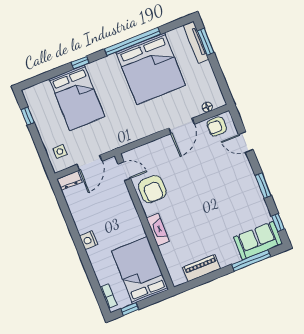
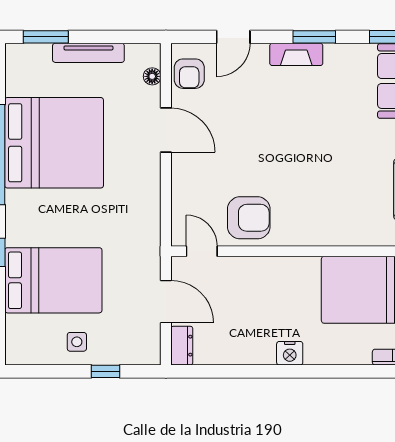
tv unit: (196, 42) -> (88, 53), moved
window: (28, 116) -> (106, 371), moved
side table: (60, 151) -> (77, 342), moved
door: (124, 171) -> (202, 251), hinge flipped
fireplace: (158, 230) -> (296, 54), moved, turned 180

